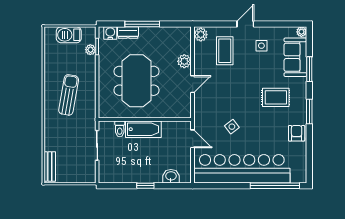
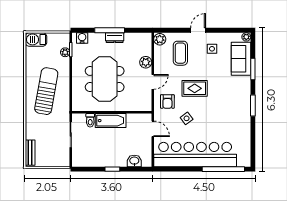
dresser: (128, 33) -> (115, 38), moved
barbecue: (69, 35) -> (36, 39), moved
sun lounger: (69, 95) -> (46, 91), width x1.36, depth x1.34
rug: (276, 97) -> (195, 88), moved
armchair: (297, 133) -> (167, 101), moved, turned 180

